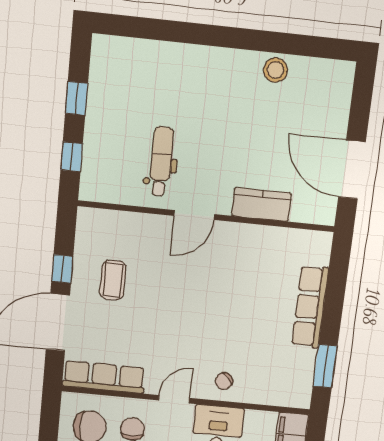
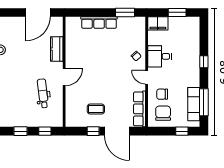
dental chair: (161, 161) -> (43, 93), turned 83
door: (194, 215) -> (64, 77), hinge flipped

